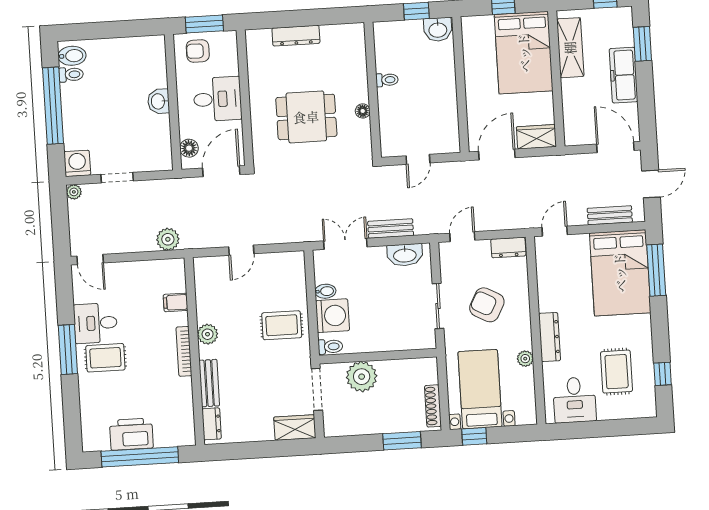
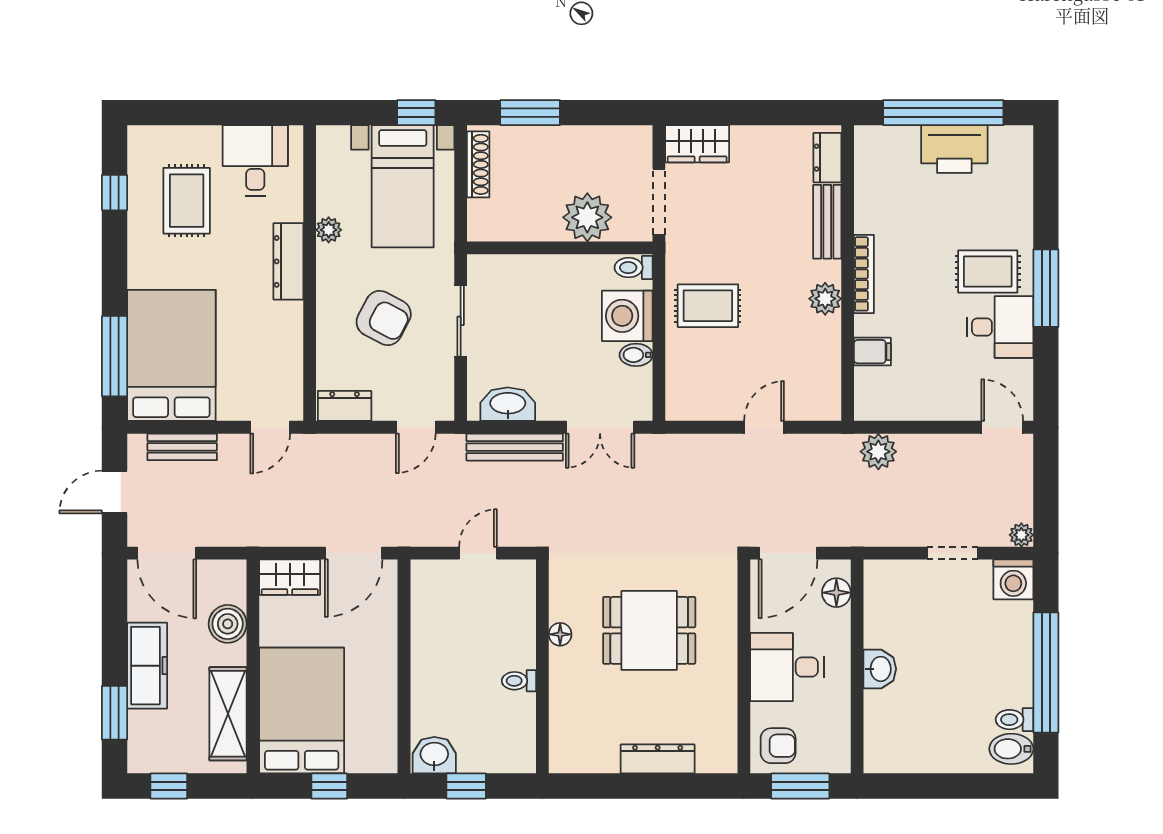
armchair: (198, 51) -> (778, 746), moved
boiler: (574, 105) -> (228, 624), added
bench: (391, 228) -> (515, 447), width x1.36

